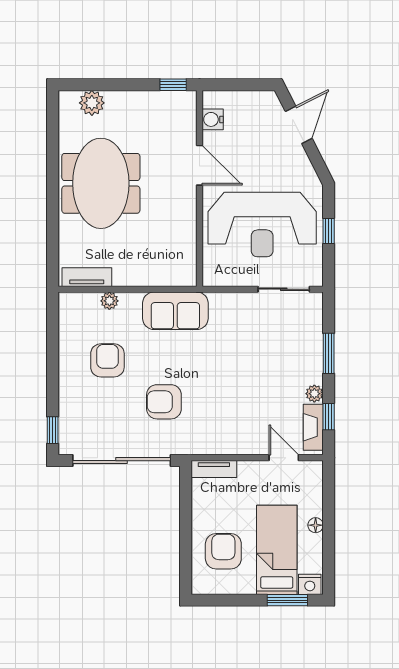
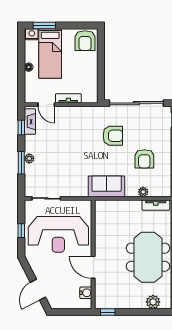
reception desk: (262, 225) -> (58, 234), turned 180
plant: (314, 394) -> (29, 158), moved
tv unit: (214, 469) -> (68, 98), moved
armchair: (223, 551) -> (85, 41), moved

